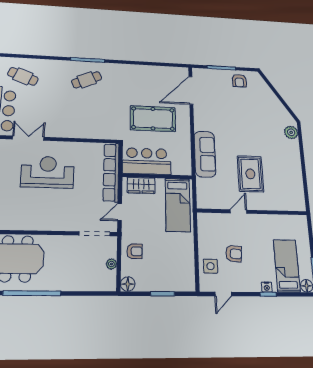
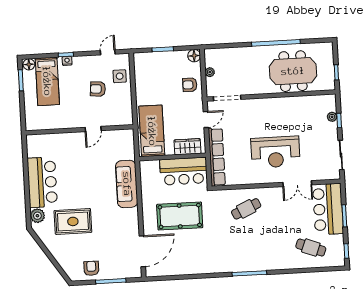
cafe table: (87, 80) -> (246, 209), moved
bar counter: (288, 163) -> (42, 182), added
rug: (250, 174) -> (73, 221), moved, turned 90

